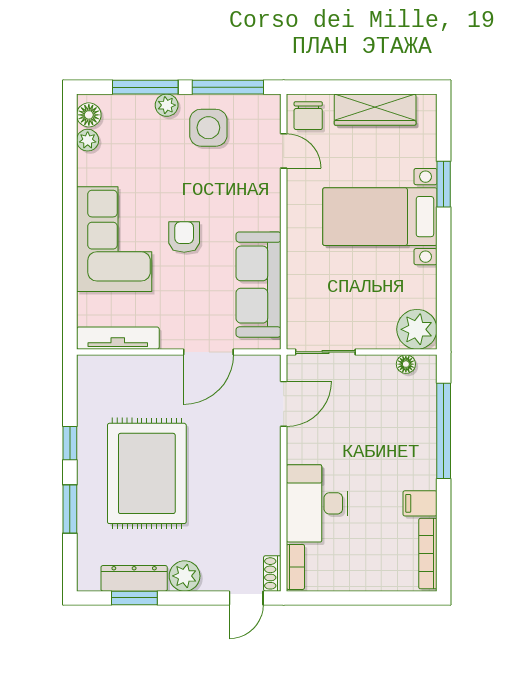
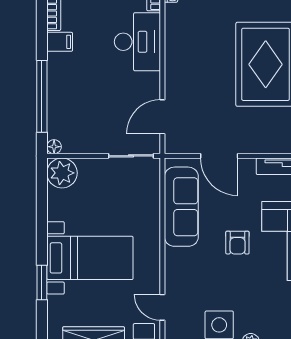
door: (208, 352) -> (219, 156), swing flipped
floor lamp: (406, 364) -> (54, 147), moved

